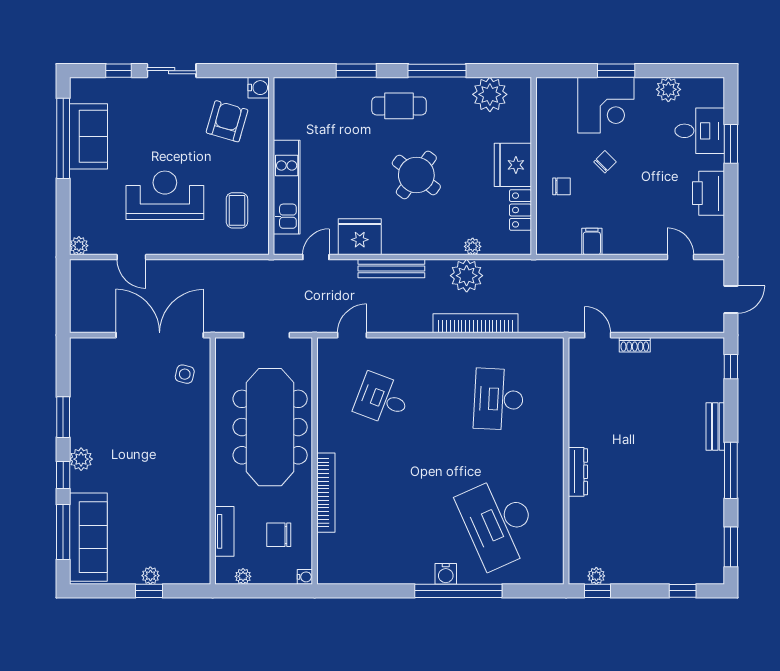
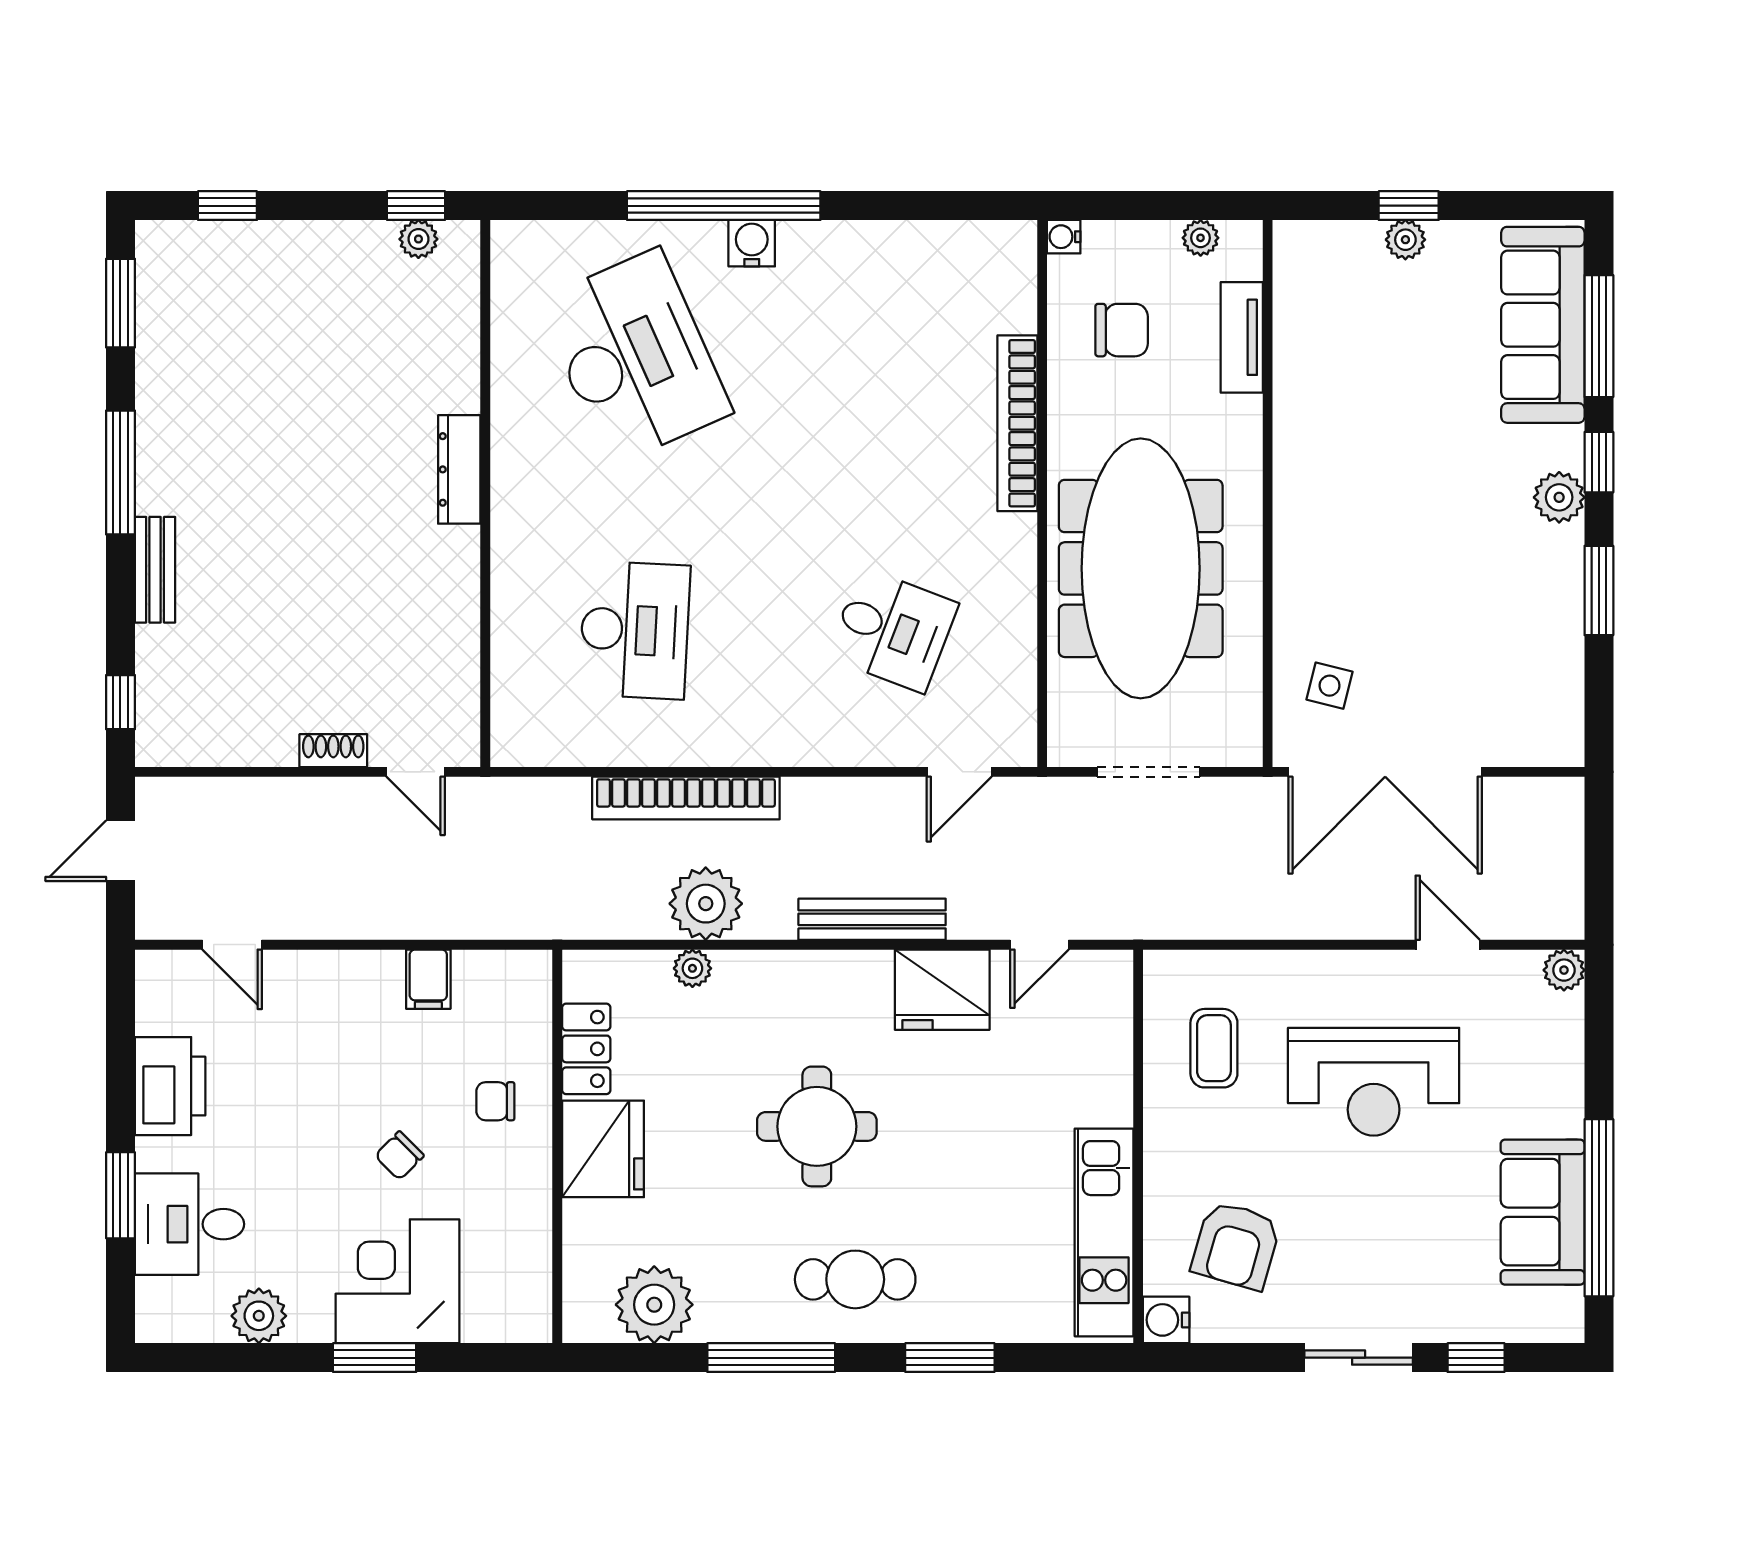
round table: (416, 175) -> (817, 1126), turned -37
kitchen unit: (287, 187) -> (1104, 1232), moved

